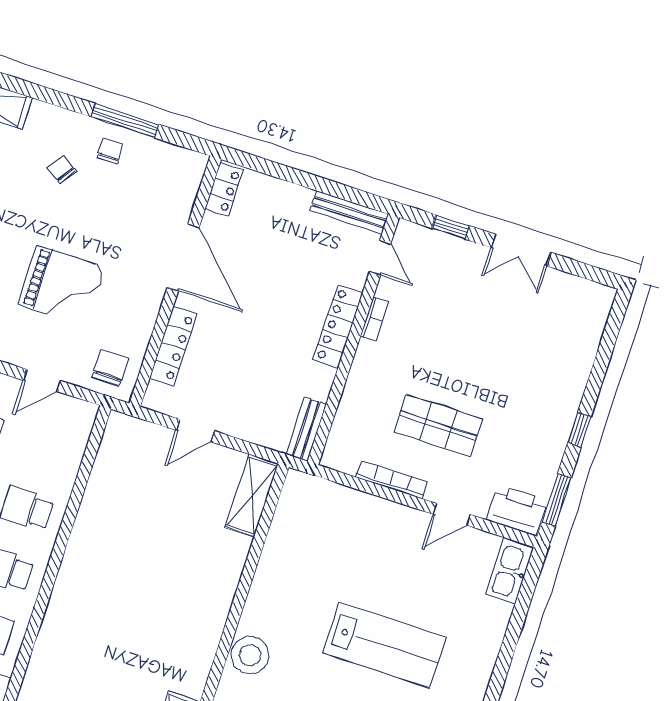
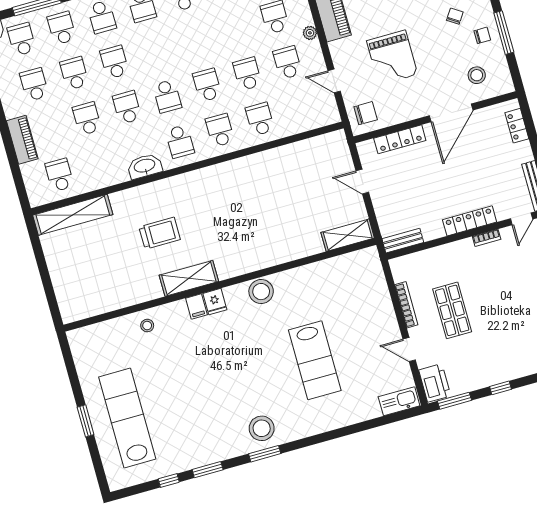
locker: (224, 189) -> (517, 126), moved, turned 90
stool: (157, 192) -> (477, 75), added

